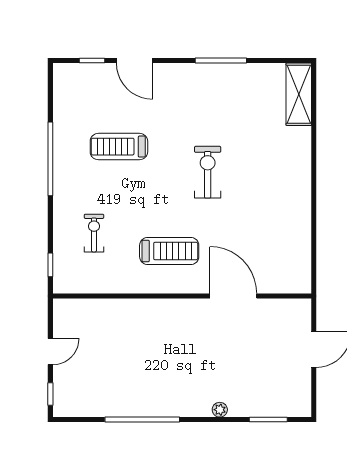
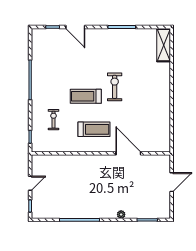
treadmill: (119, 147) -> (86, 96), moved

